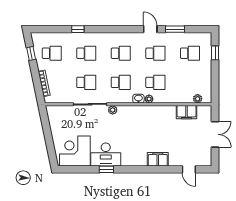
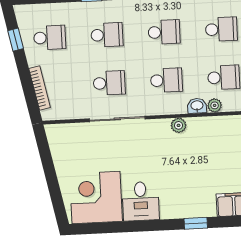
plant: (113, 110) -> (179, 125), moved
desk: (106, 154) -> (141, 201), width x0.73
window: (106, 169) -> (196, 223), moved

